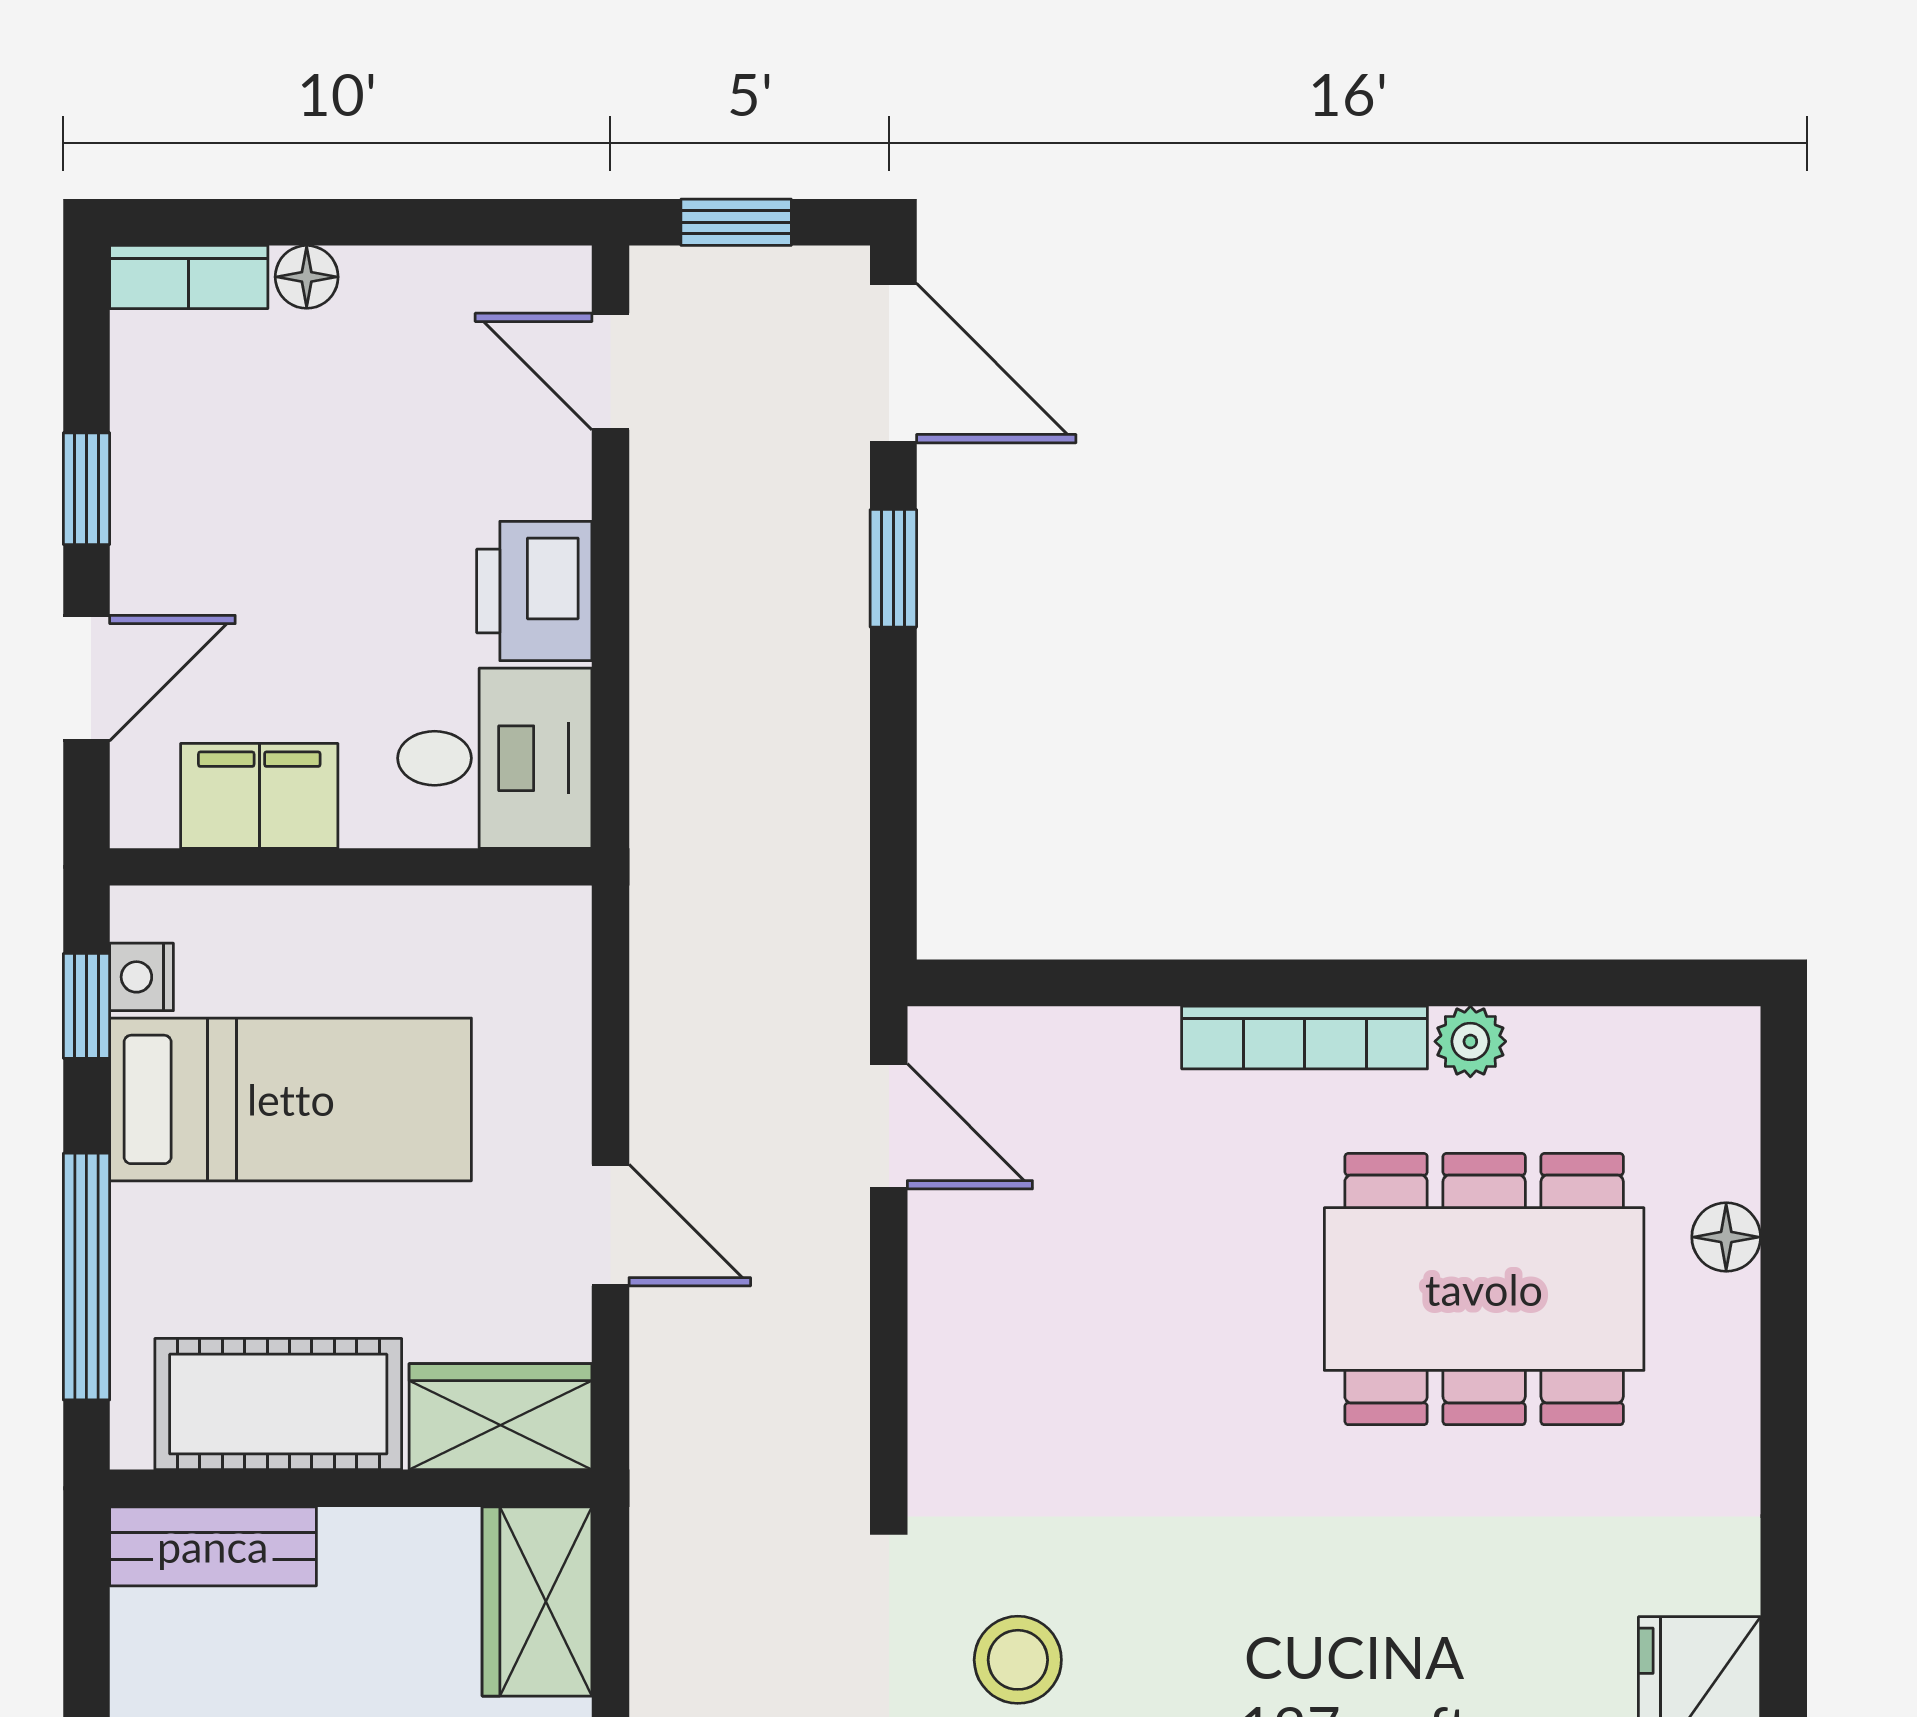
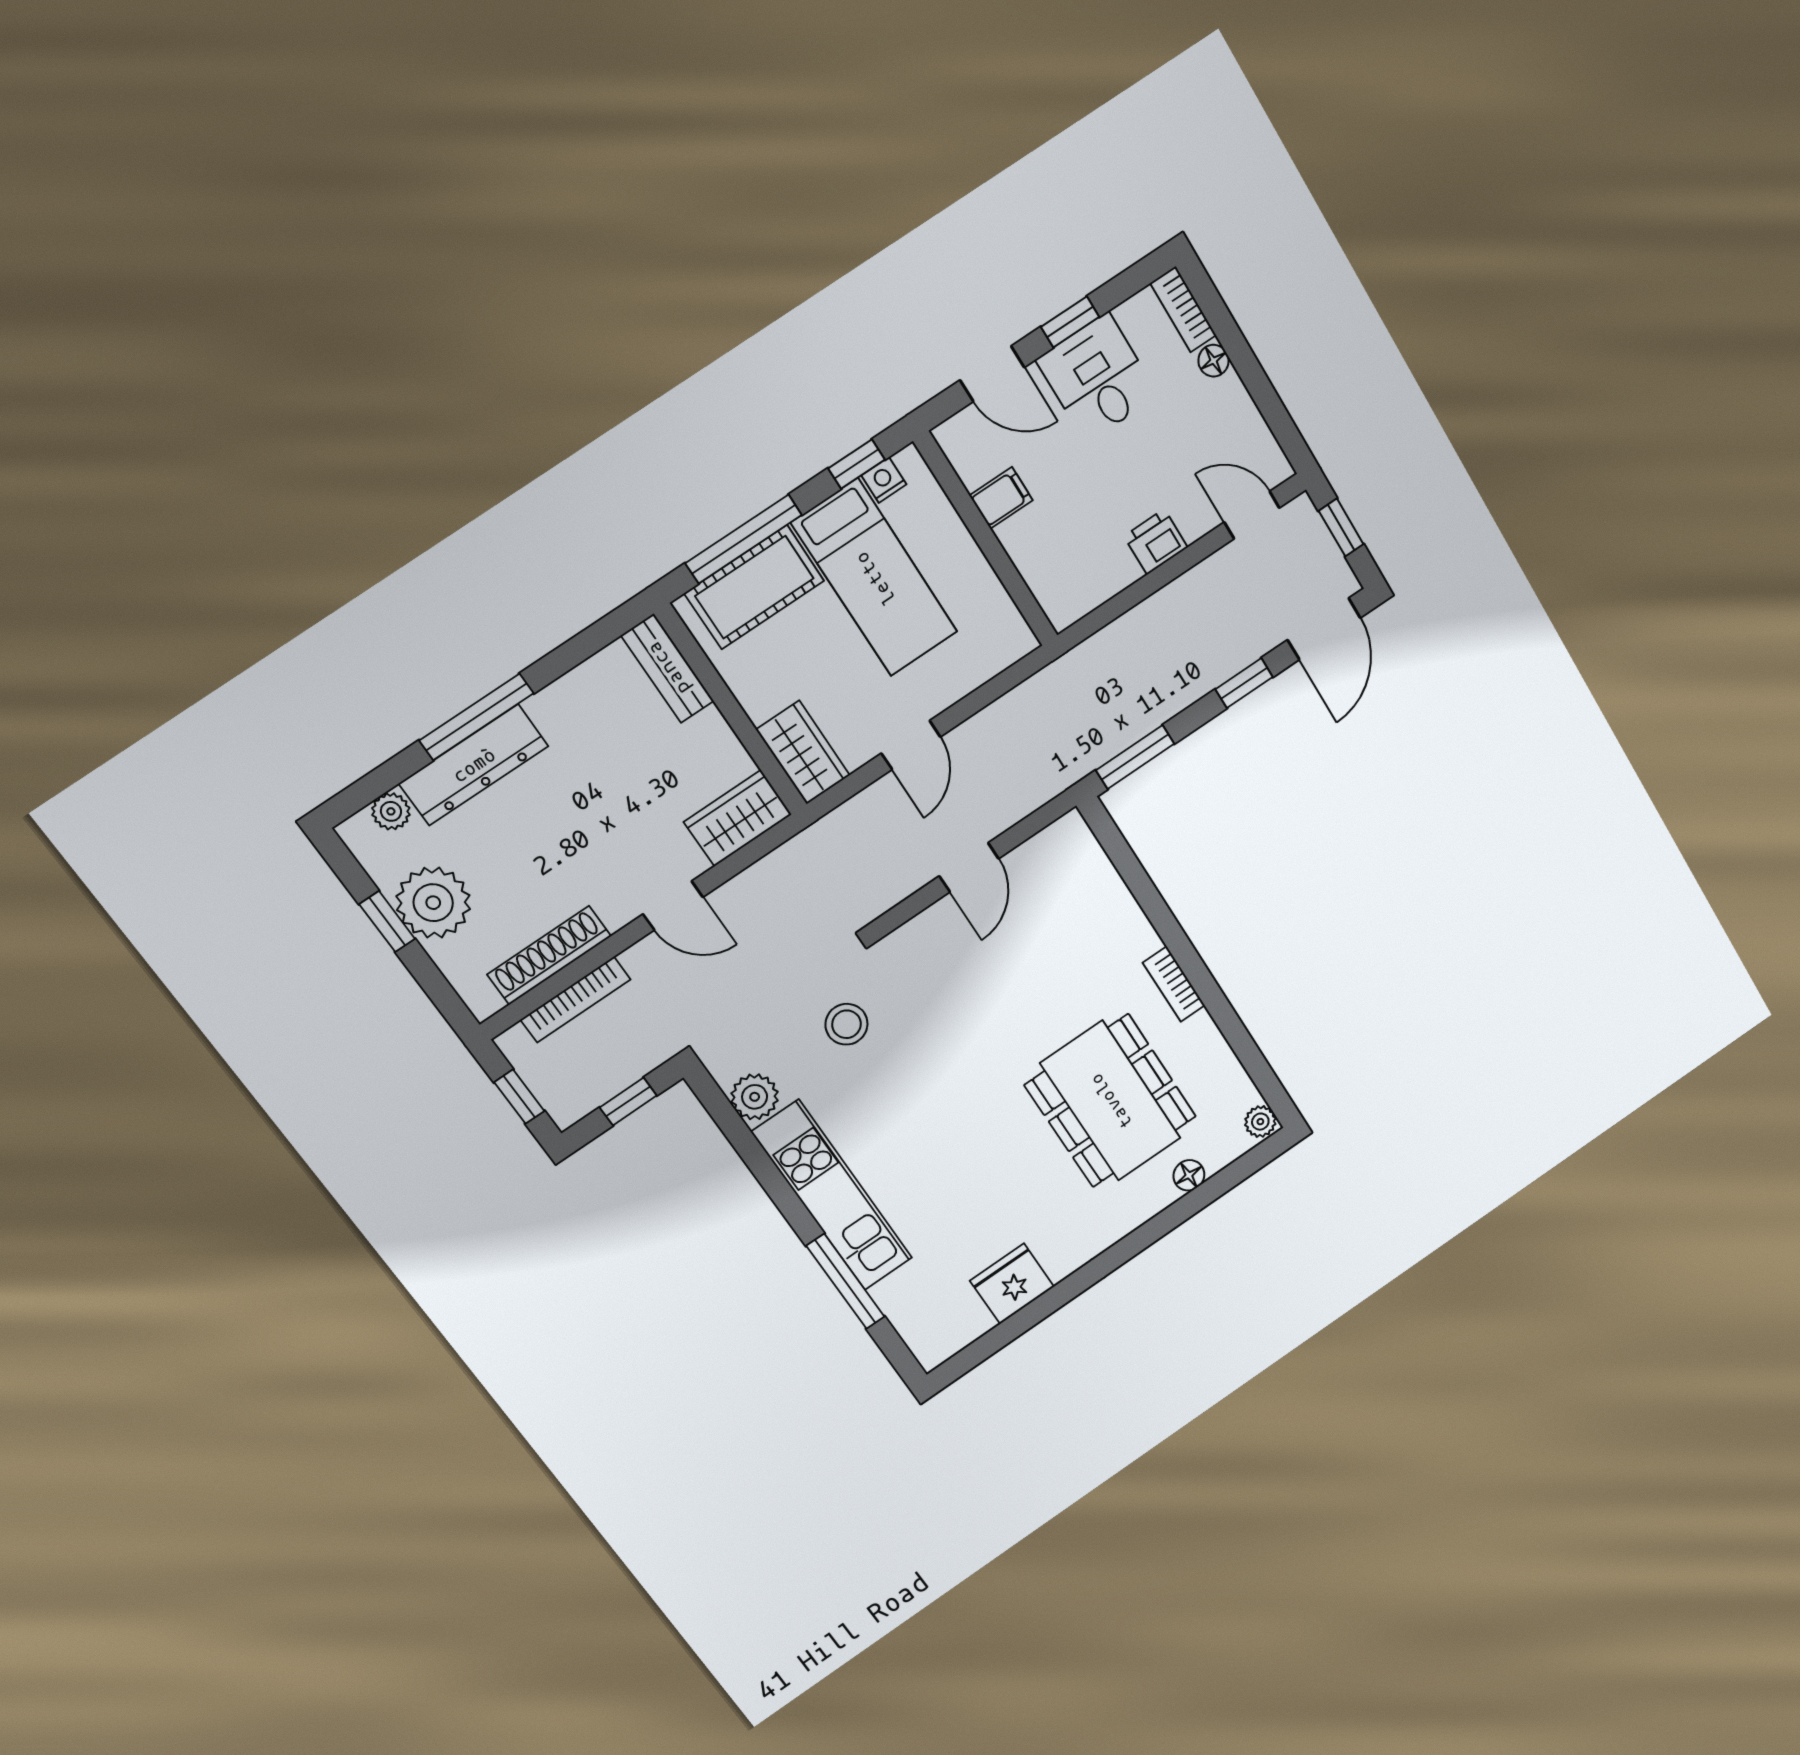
door: (610, 372) -> (1252, 515), hinge flipped
printer: (534, 591) -> (1156, 542), width x0.73, depth x0.81
desk: (495, 758) -> (1097, 378), moved, turned 180
filing cabinet: (259, 796) -> (1001, 498), width x0.50
window: (893, 847) -> (1135, 757), added
bookcase: (1305, 1037) -> (1174, 984), width x0.64
plant: (1470, 1041) -> (1260, 1122), moved
door: (889, 1126) -> (969, 867), moved
cot: (278, 1404) -> (754, 587), moved, turned 90

